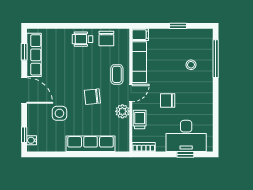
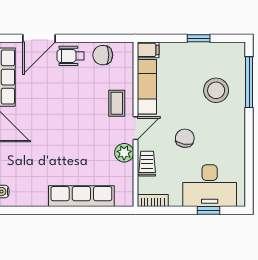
door: (59, 26) -> (39, 38), added
chair: (106, 39) -> (103, 55), turned 90
stool: (191, 65) -> (216, 90), width x1.89, depth x1.89
chair: (92, 97) -> (84, 133), removed
chair: (168, 101) -> (185, 138), turned 99
side table: (59, 113) -> (40, 155), removed

